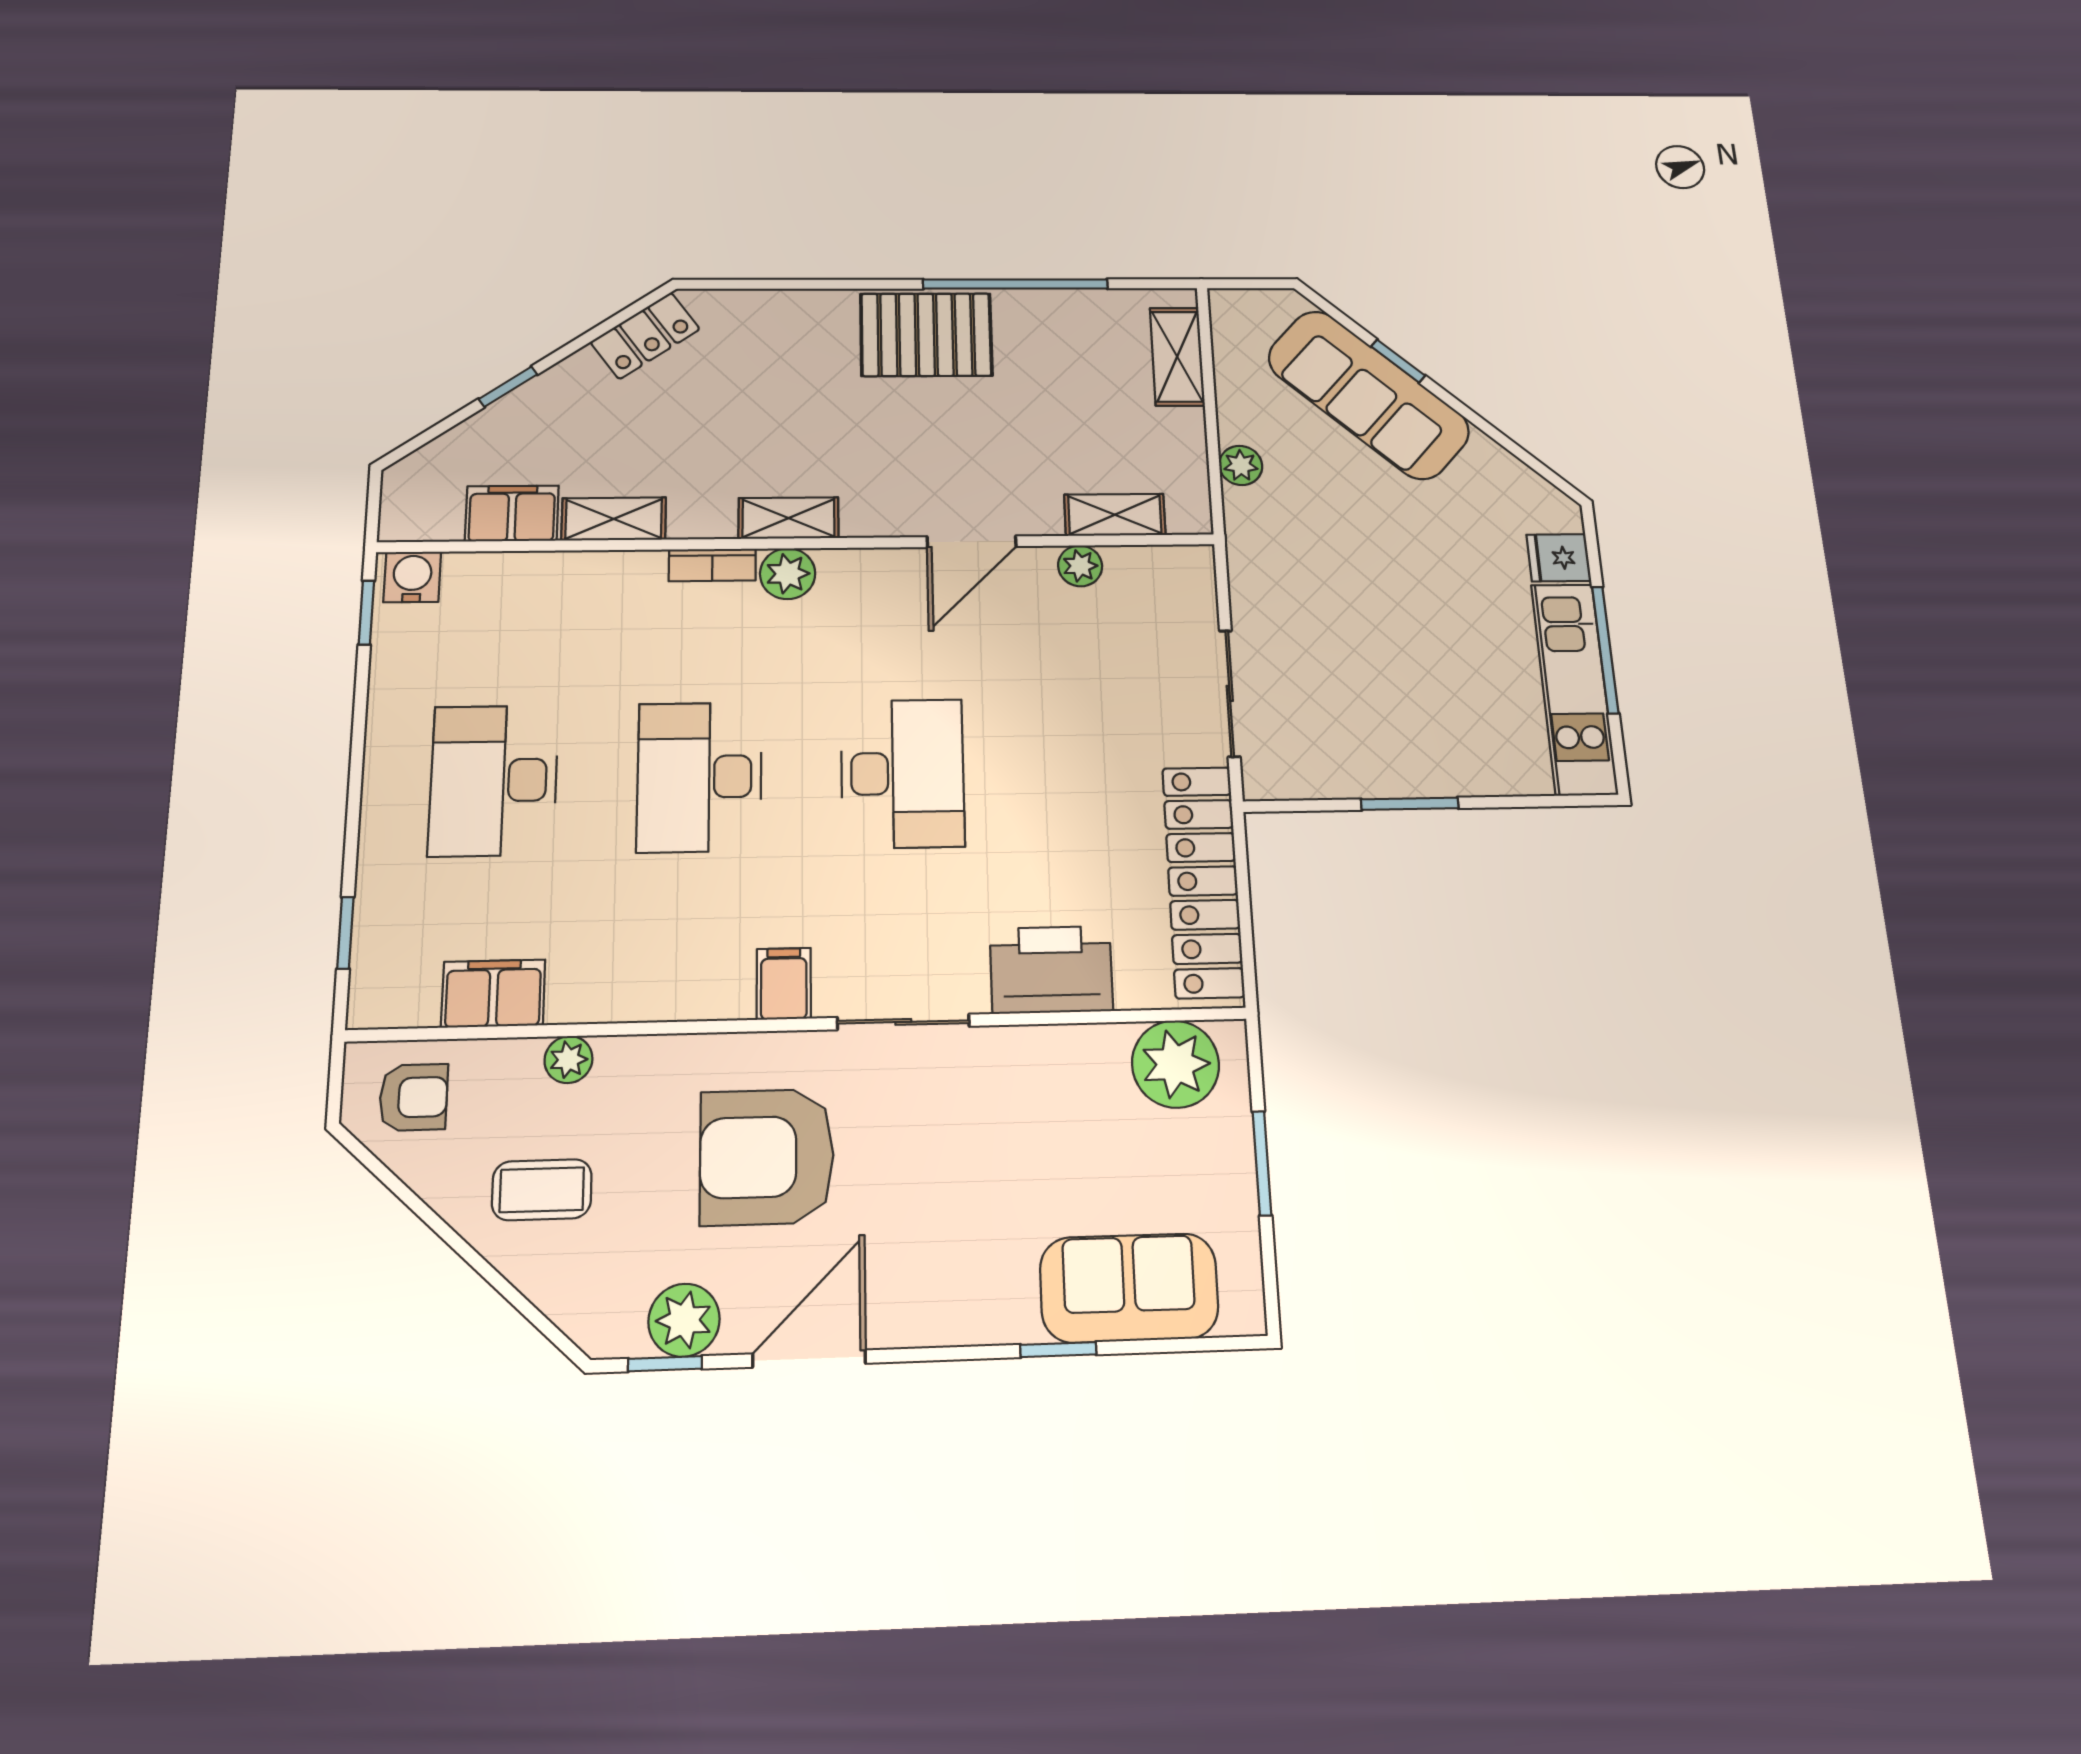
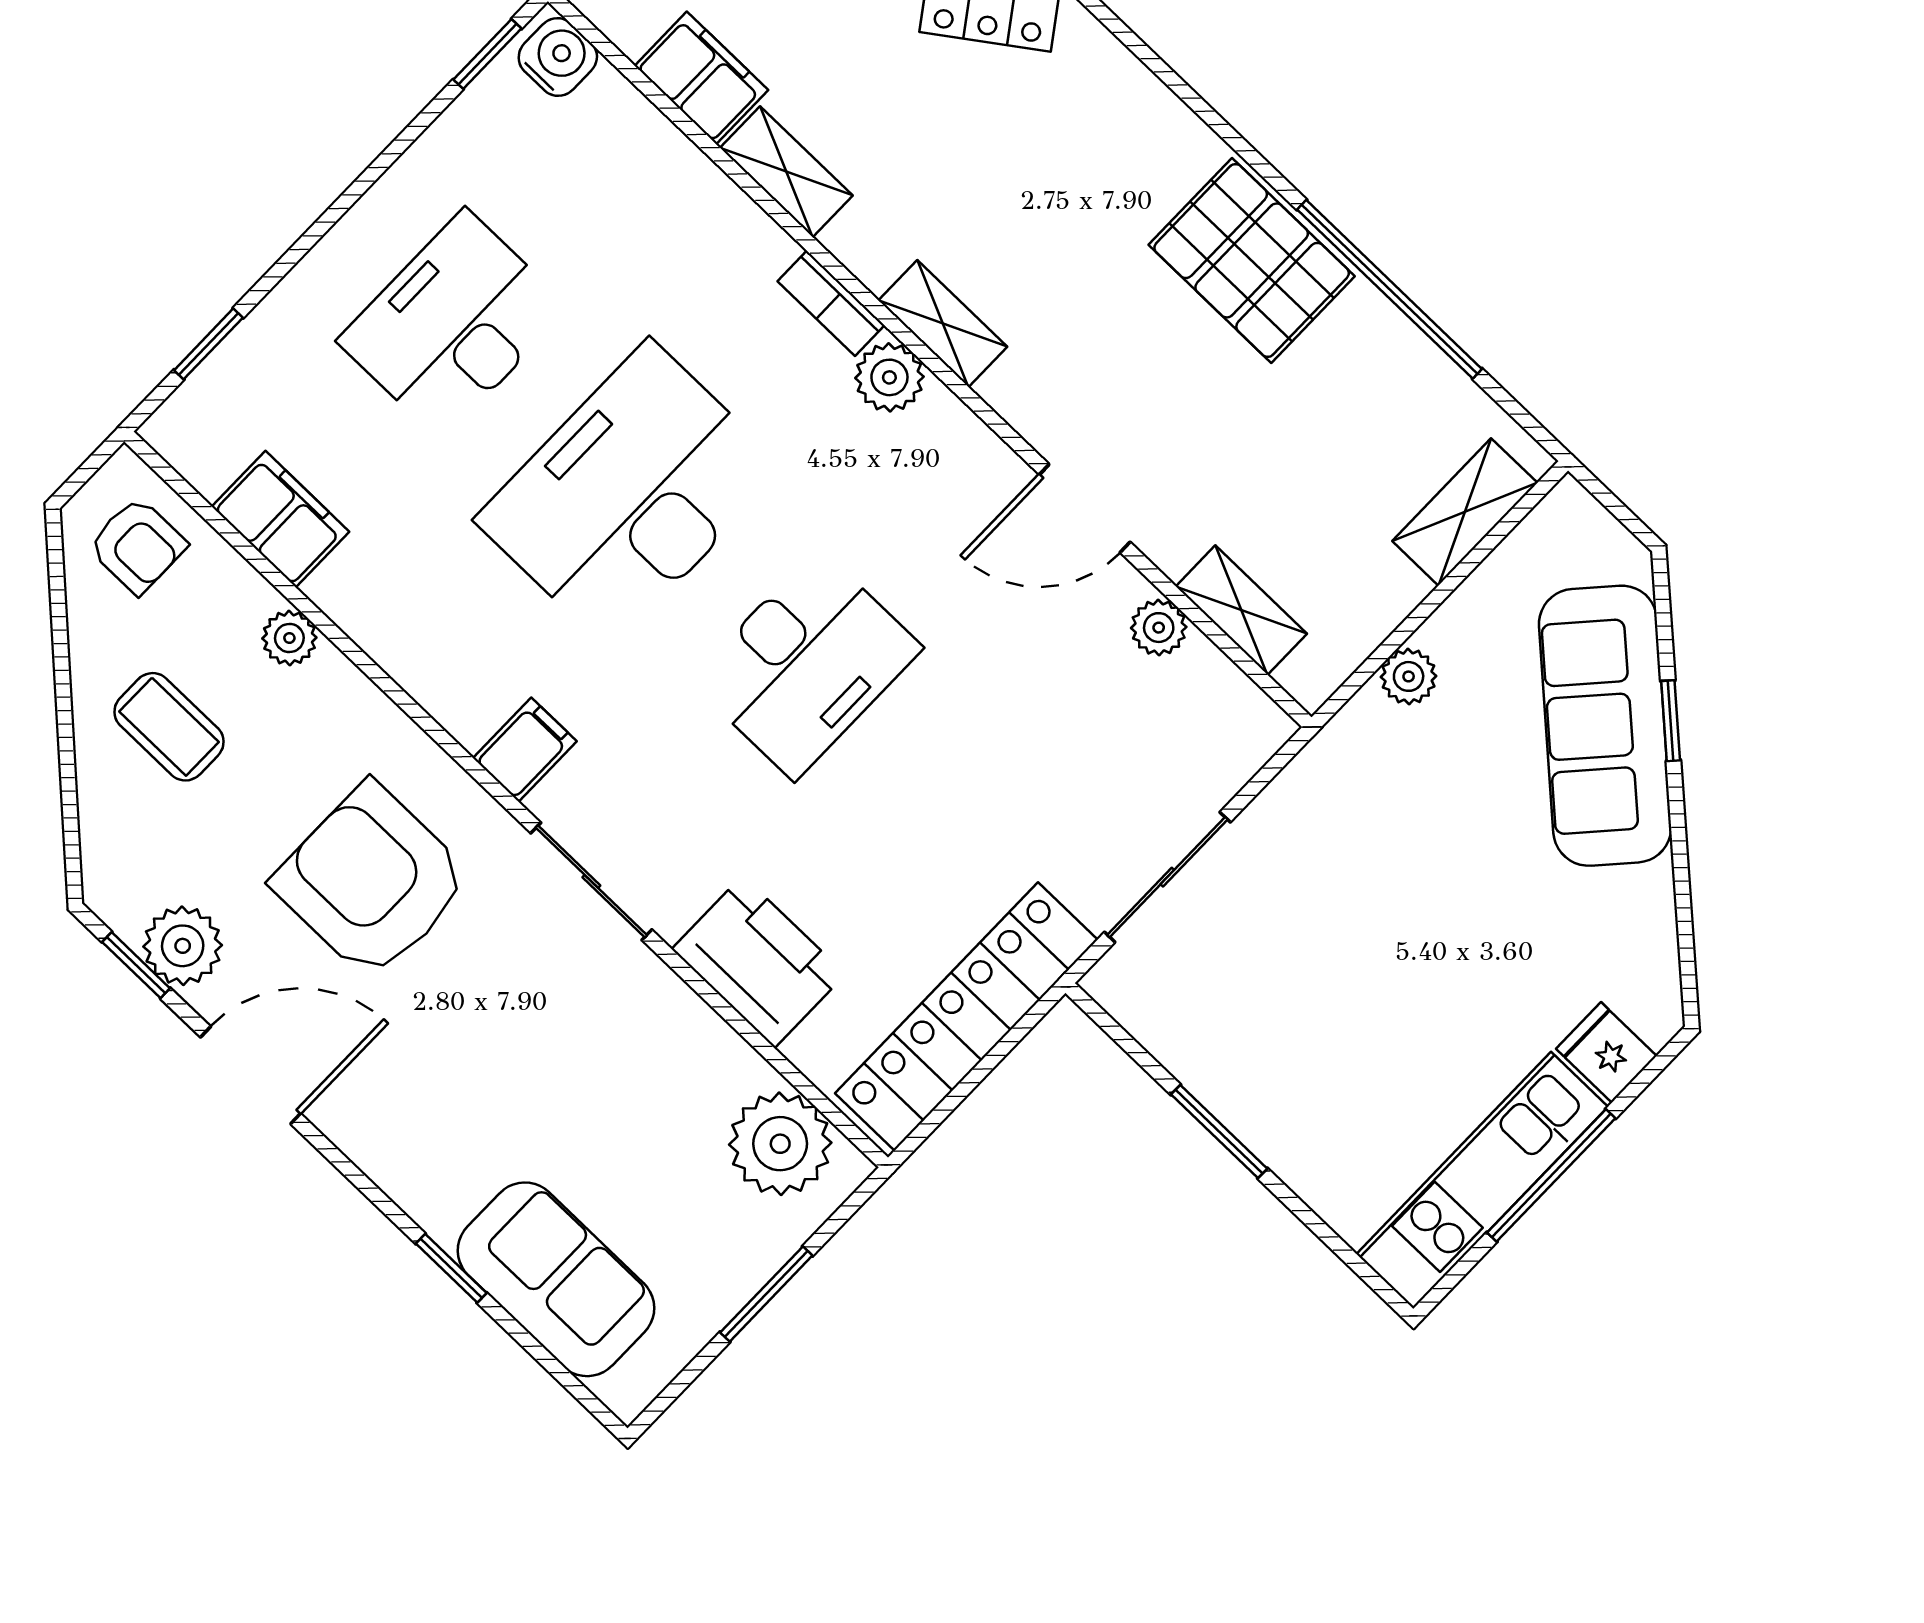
desk: (699, 777) -> (630, 494), width x1.36, depth x1.30

